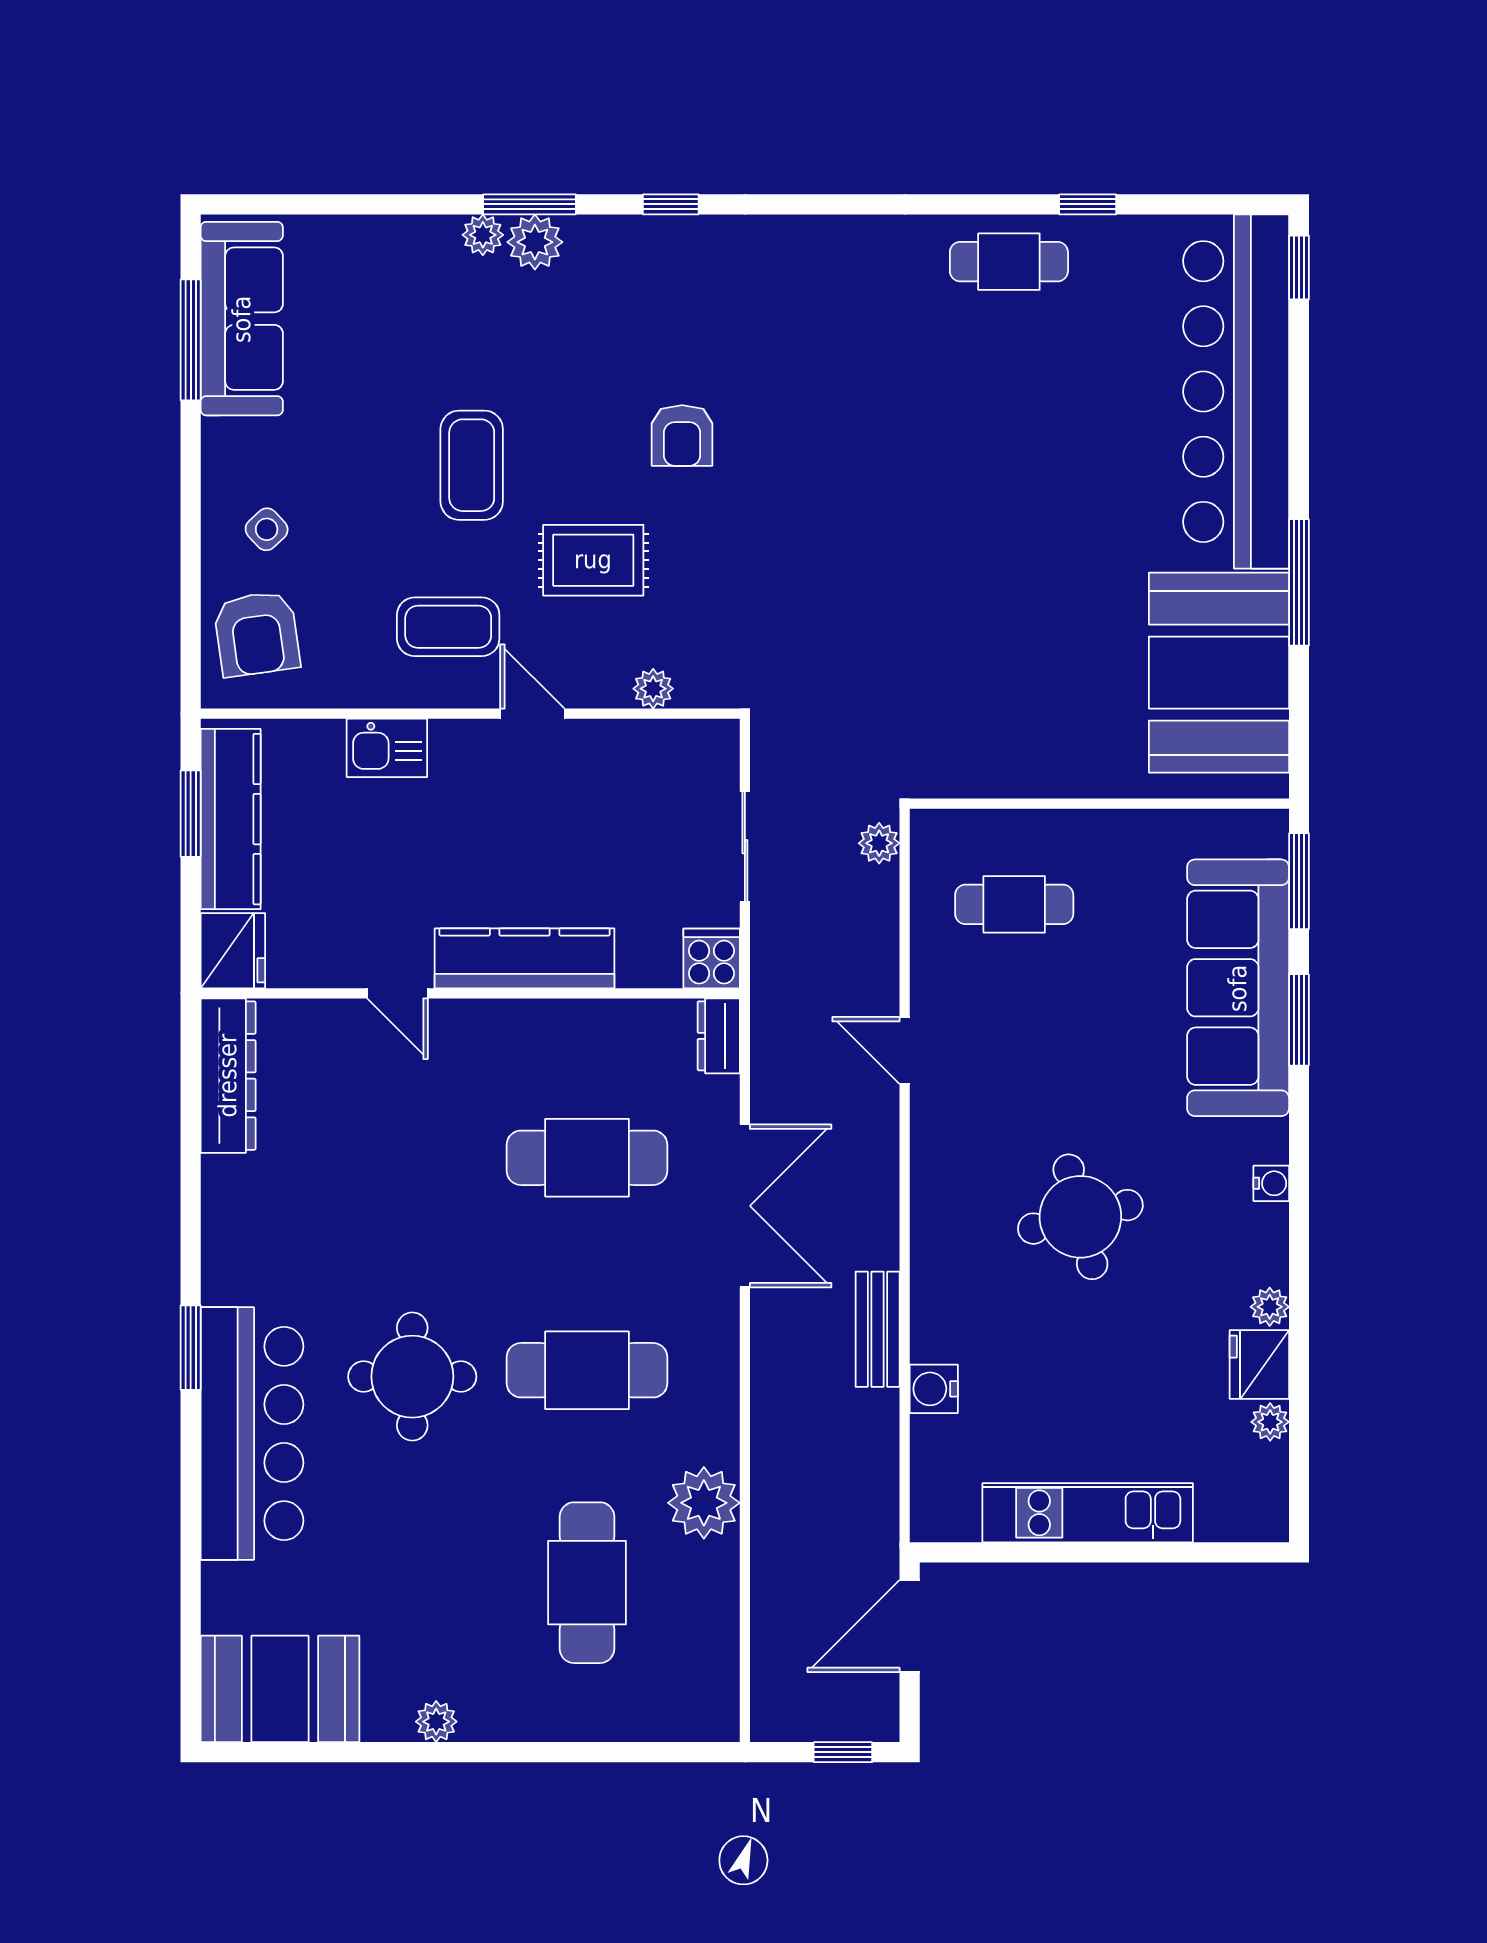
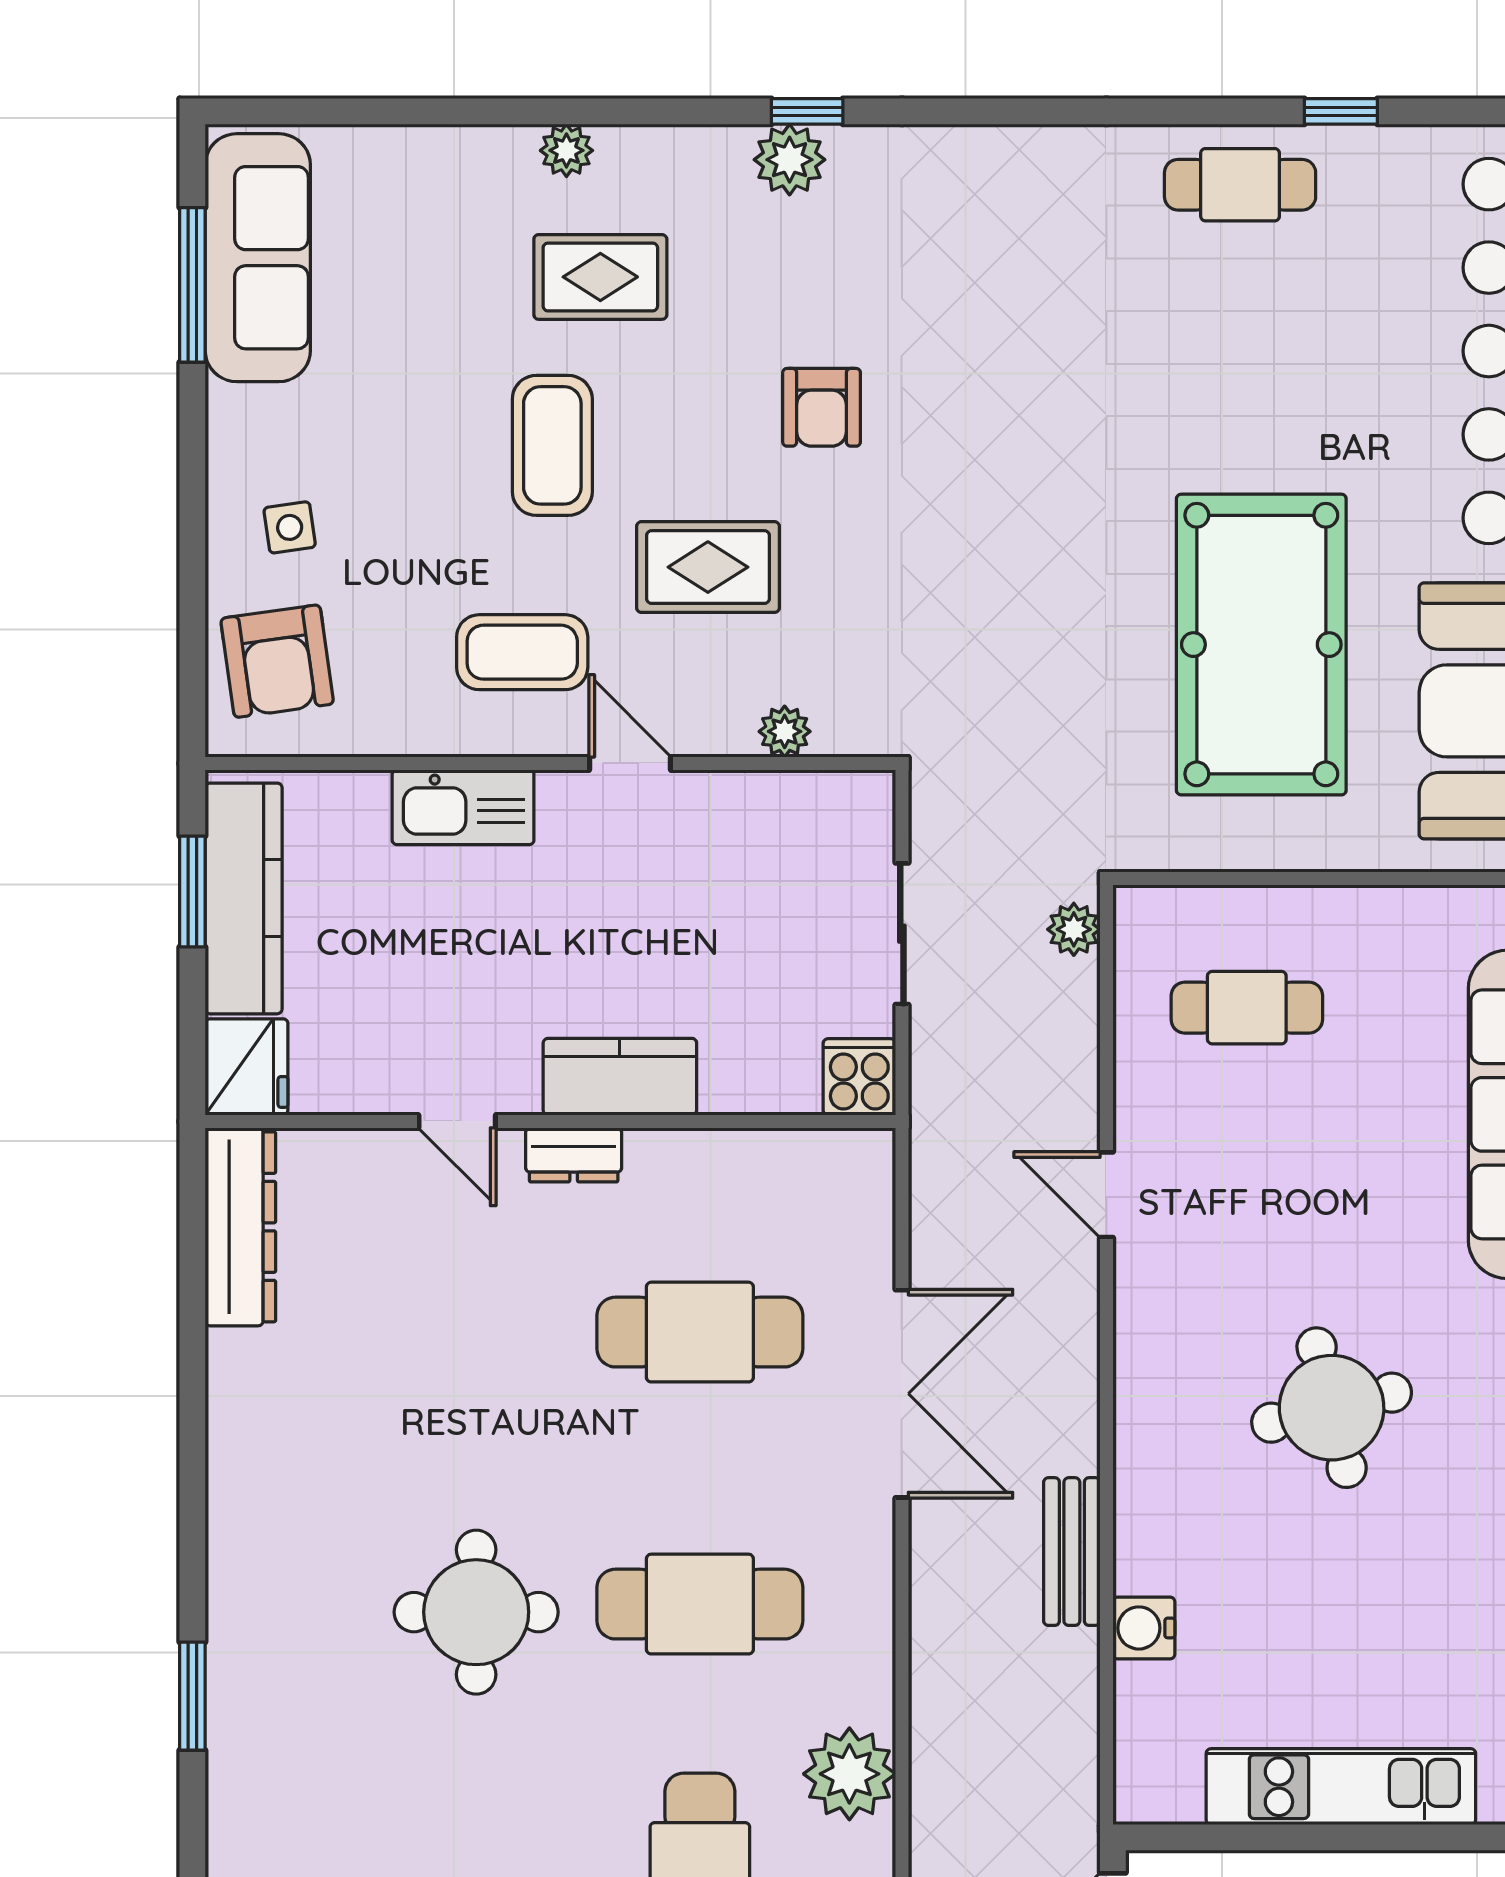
window: (530, 204) -> (626, 111), removed
plant: (535, 242) -> (790, 160), moved
rug: (509, 334) -> (600, 277), added
side table: (267, 529) -> (290, 527), turned 35
pool table: (1026, 621) -> (1261, 645), added
kitchen sink: (387, 748) -> (463, 807), width x1.38
kitchen counter: (525, 958) -> (620, 1077), width x0.67
dresser: (719, 1036) -> (574, 1155), moved, turned -90
window: (191, 1348) -> (192, 1696), moved
bar counter: (252, 1433) -> (271, 1685), removed

